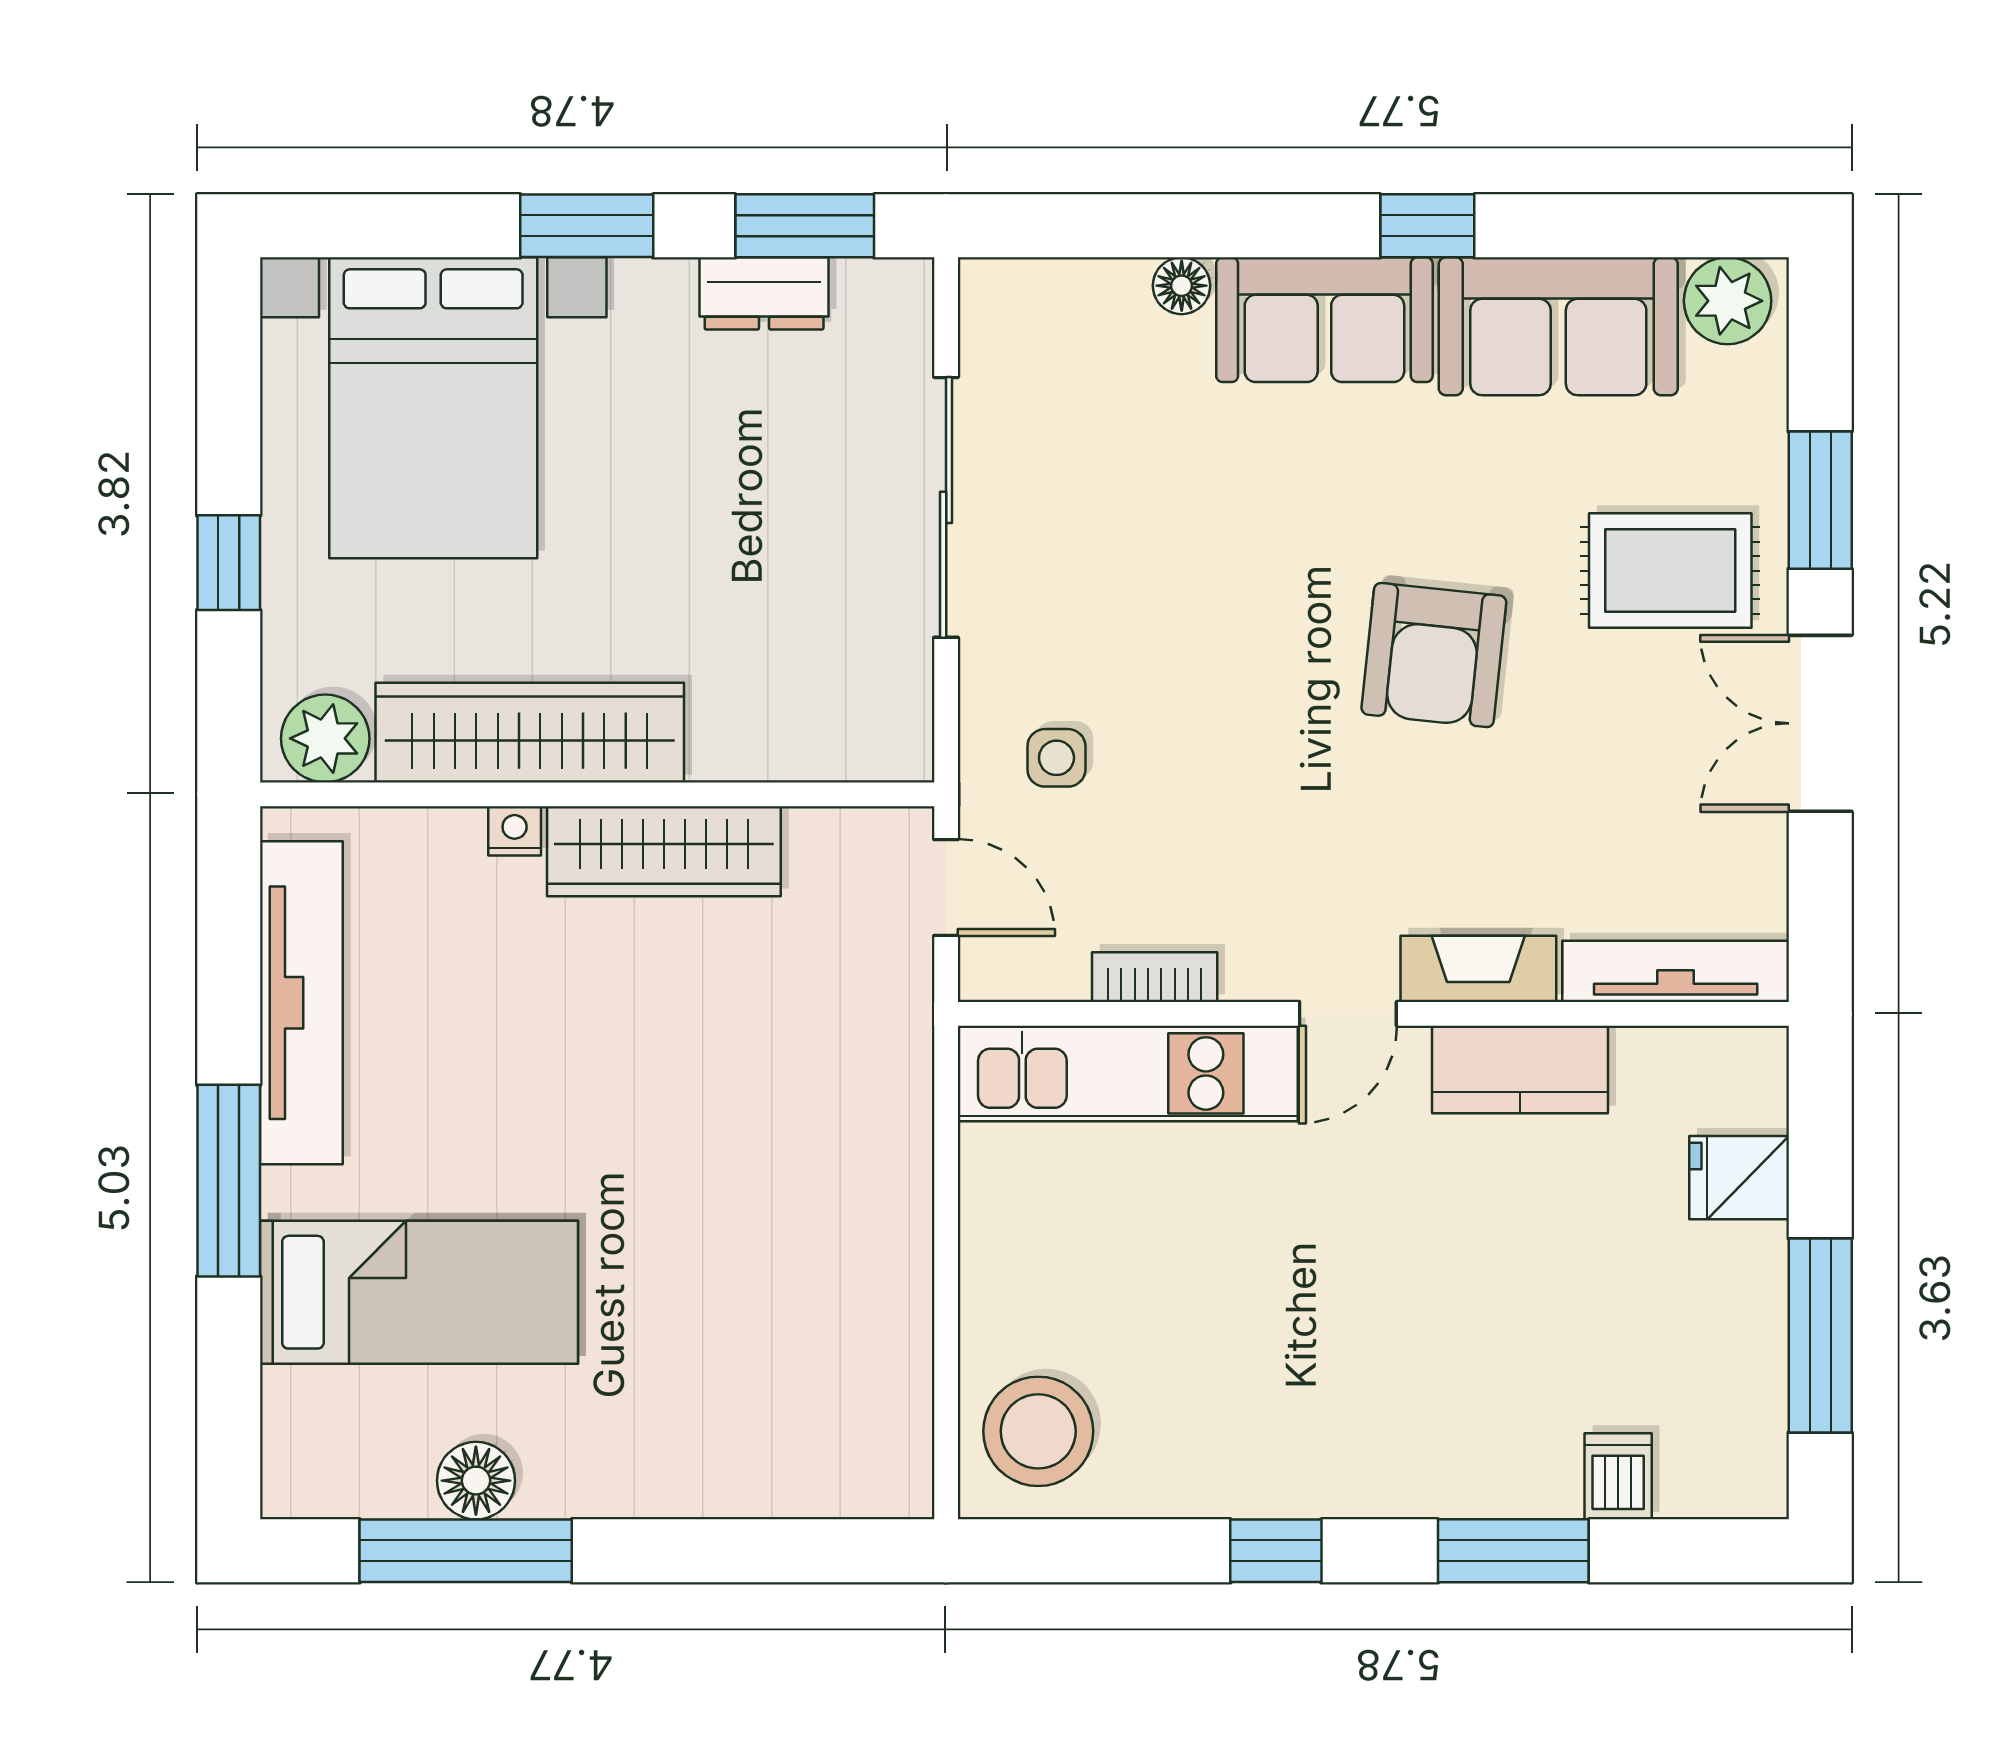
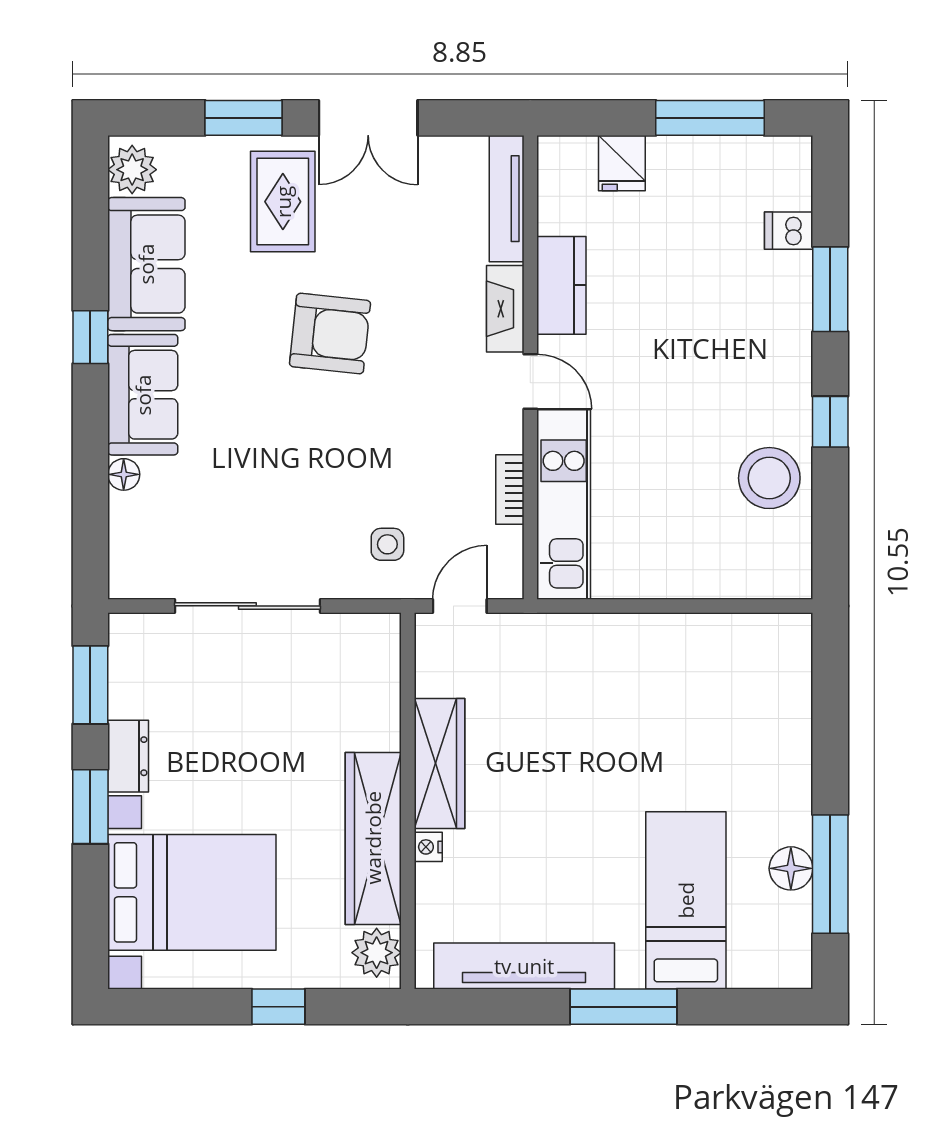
dresser: (764, 293) -> (128, 756), moved
stool: (1038, 1431) -> (769, 478), moved

